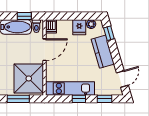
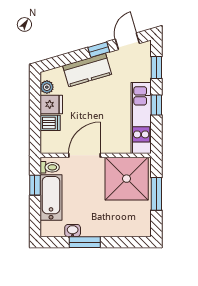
dishwasher: (51, 26) -> (50, 123), moved
window: (109, 33) -> (99, 50), moved
door: (44, 50) -> (84, 155), hinge flipped
door: (122, 79) -> (127, 41), hinge flipped

